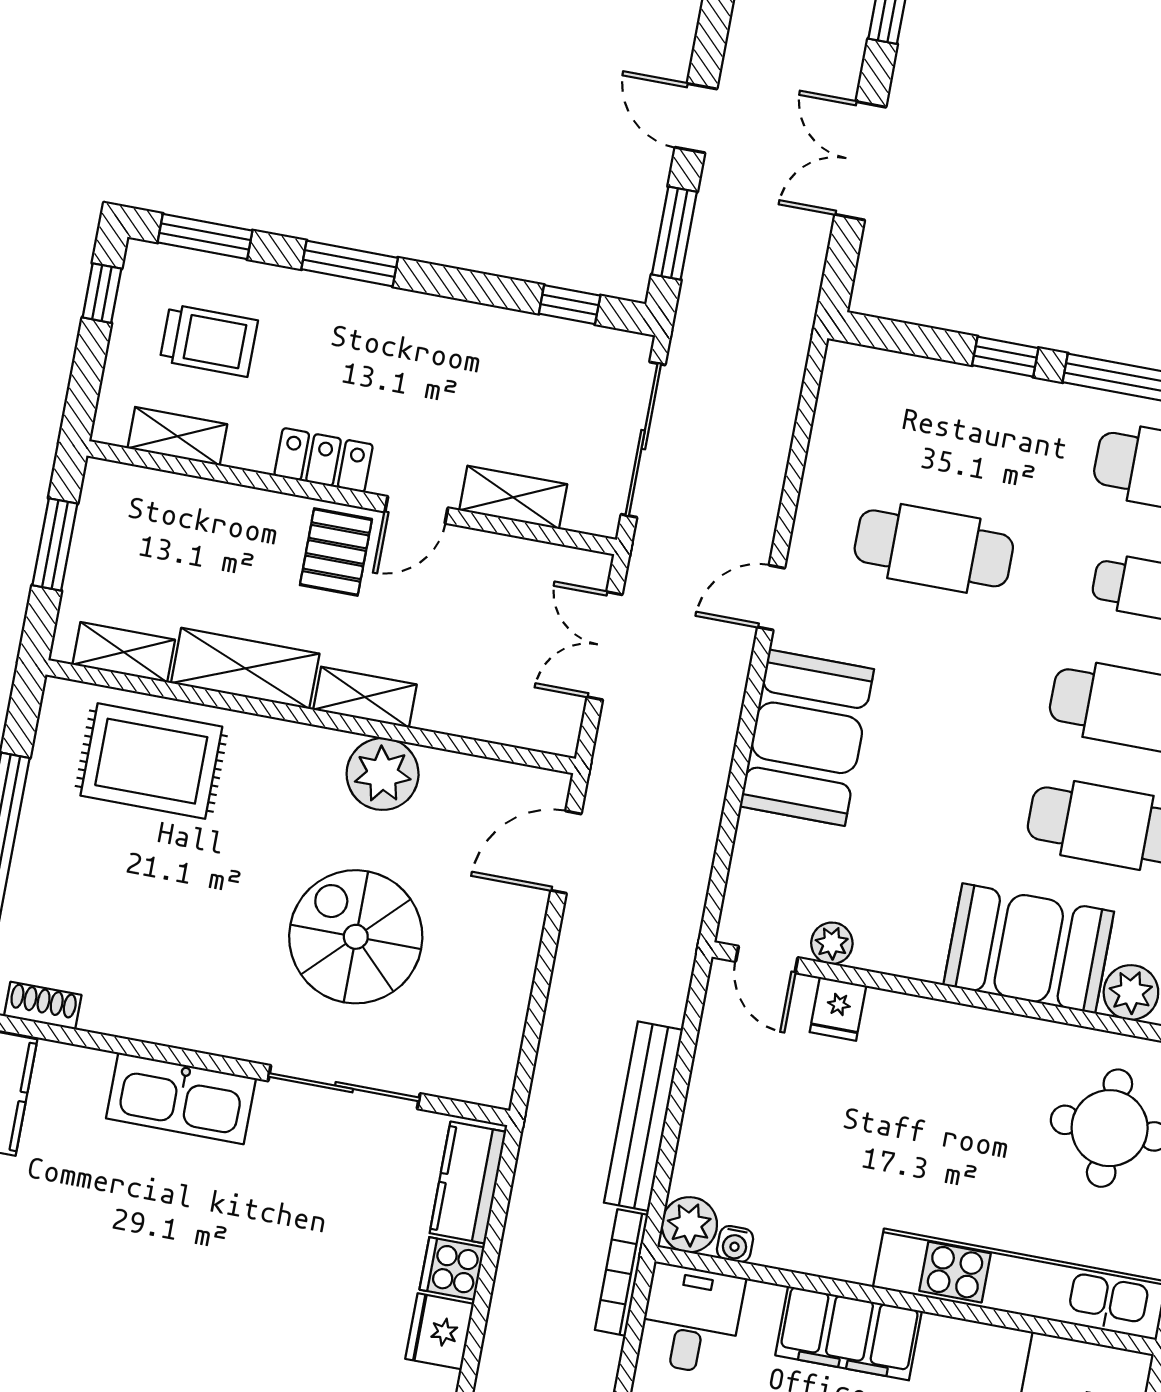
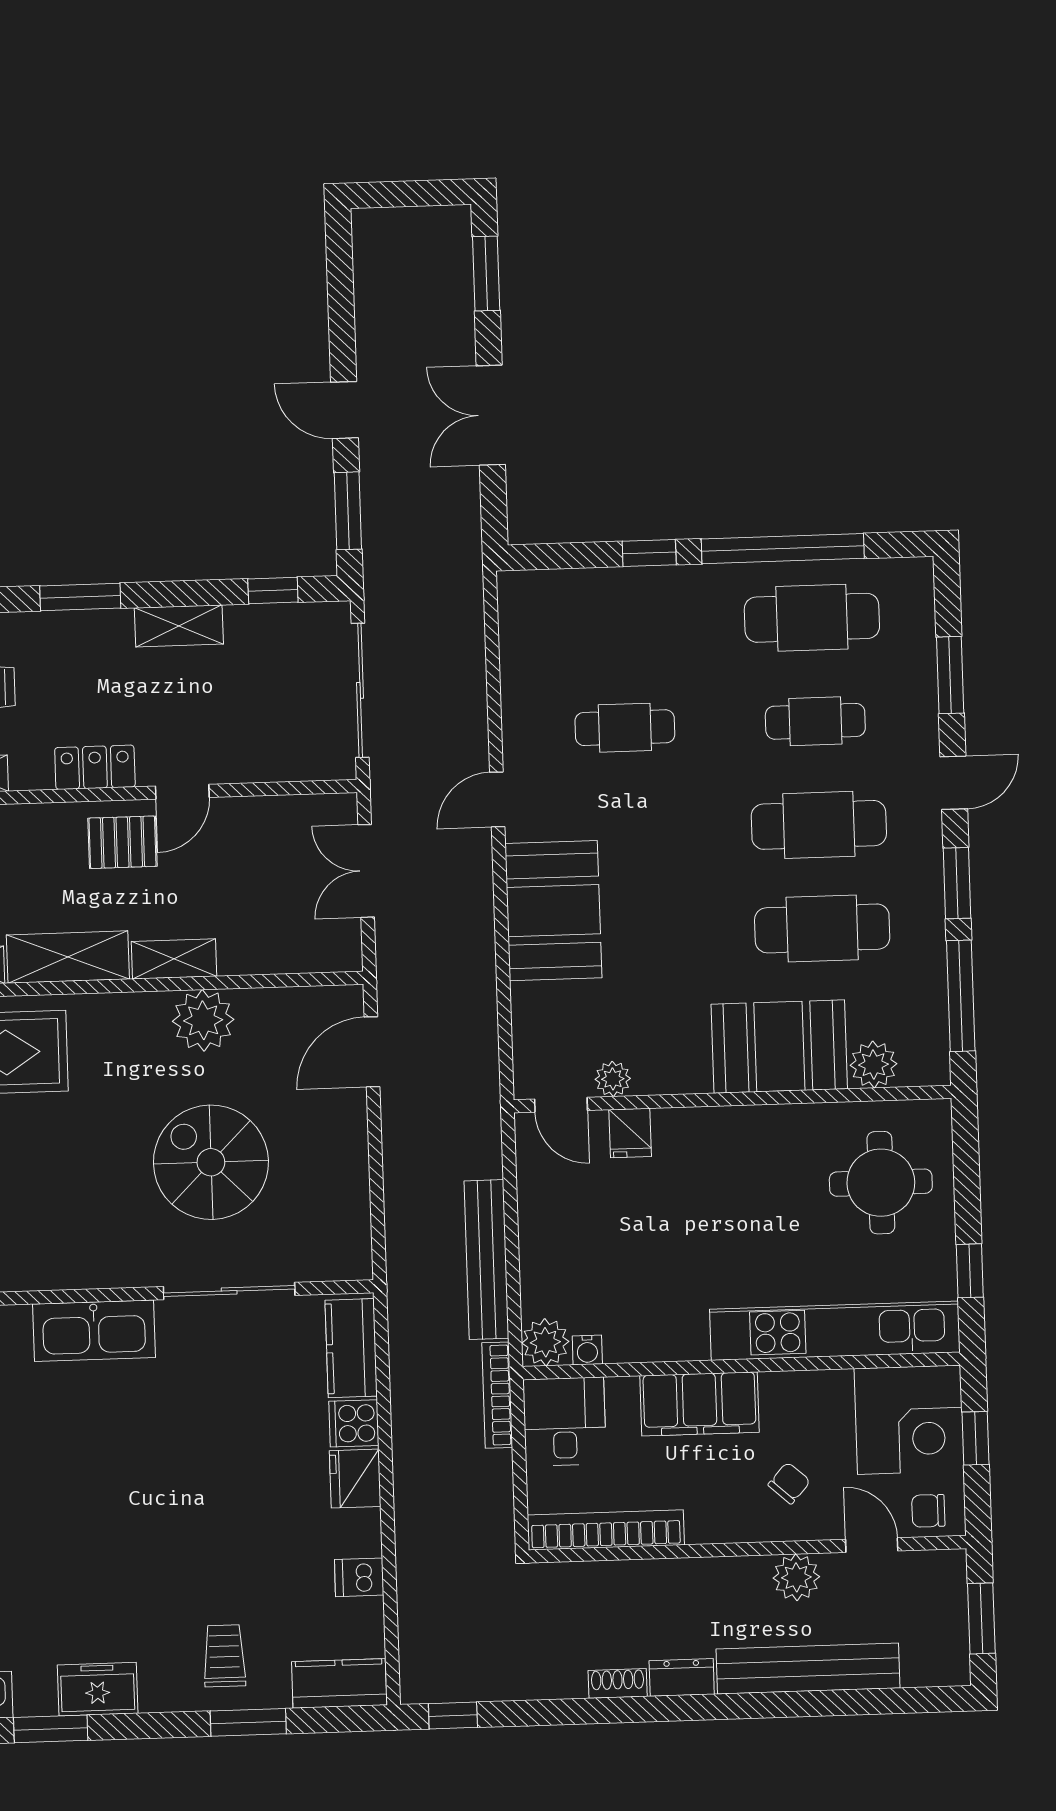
shelving: (513, 497) -> (179, 626), moved
cafe table: (934, 548) -> (625, 728), width x0.73, depth x0.74
pallet: (336, 552) -> (123, 842), turned 90

